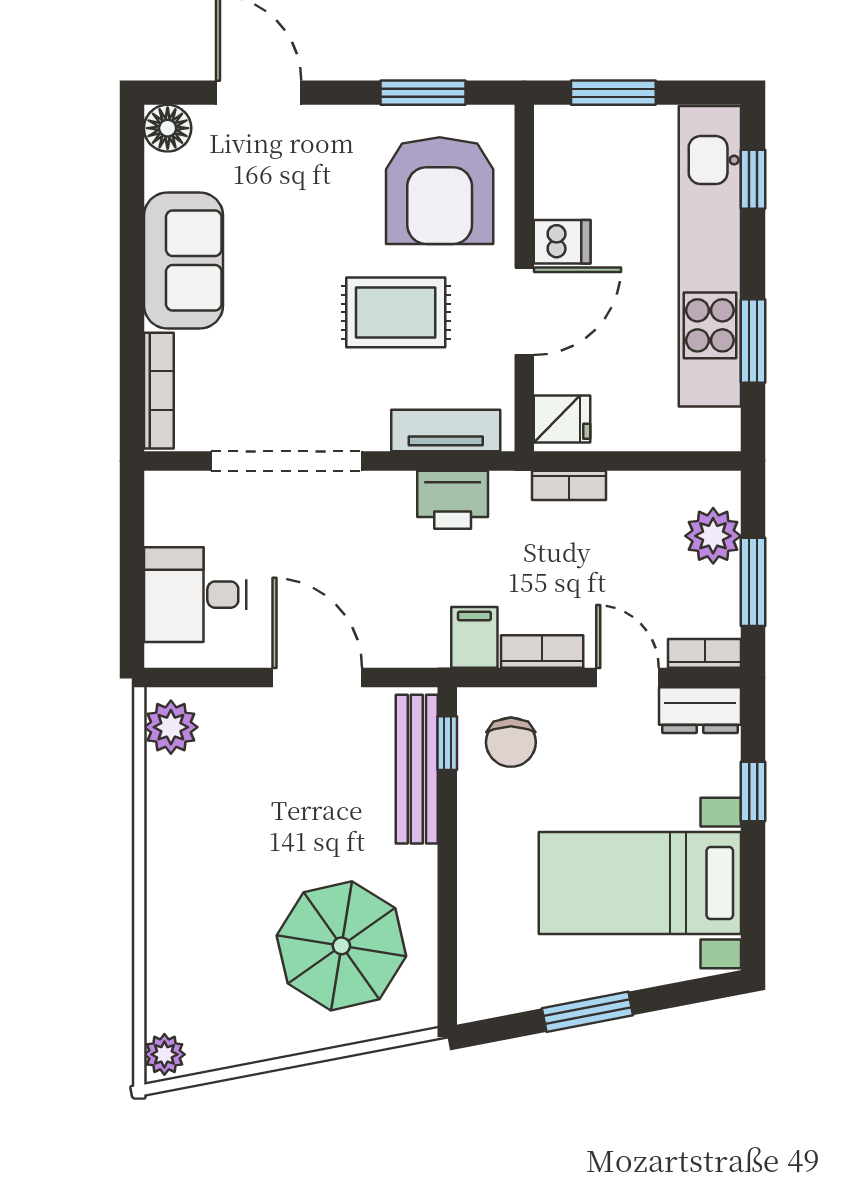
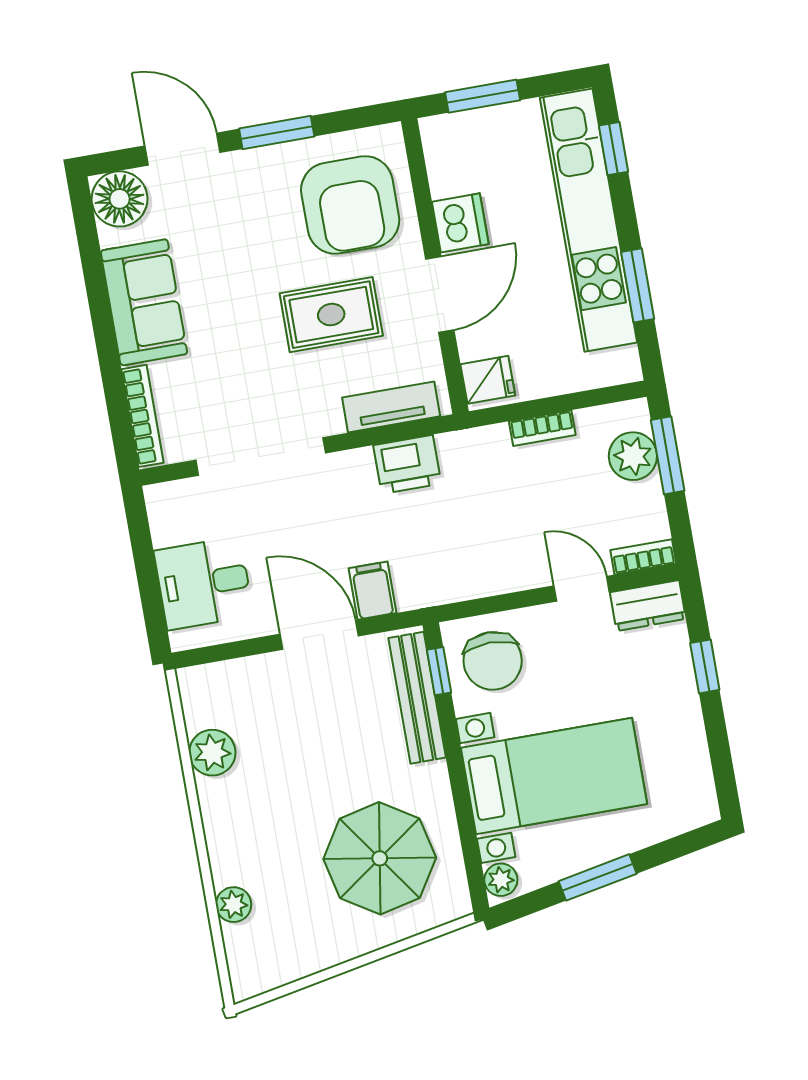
window: (423, 93) -> (277, 132), moved
floor lamp: (168, 128) -> (120, 199), width x1.38, depth x1.38
dishwasher: (562, 242) -> (460, 223), width x1.38
bookcase: (569, 485) -> (542, 428), moved
window: (753, 582) -> (668, 455), moved
filing cabinet: (474, 637) -> (373, 591), moved
bookcase: (542, 652) -> (506, 580), removed
plant: (171, 727) -> (212, 753), moved
chair: (511, 742) -> (493, 661), width x1.37, depth x1.37
bed with nightstands: (640, 883) -> (554, 776), moved, turned 180
plant: (476, 995) -> (501, 880), added
plant: (164, 1054) -> (234, 905), moved

